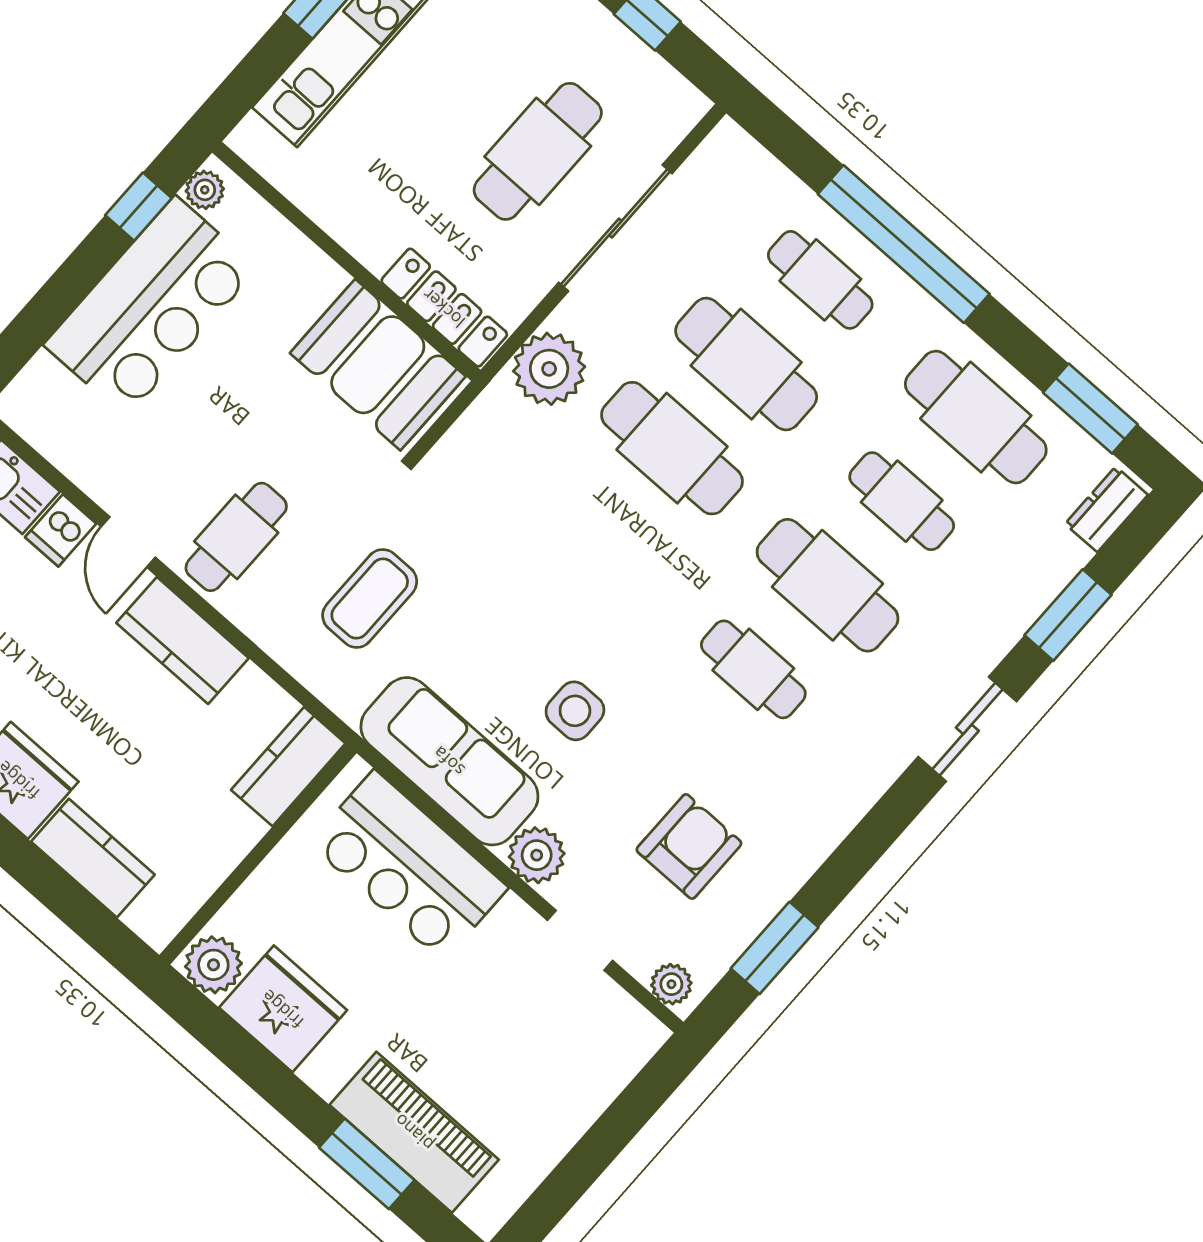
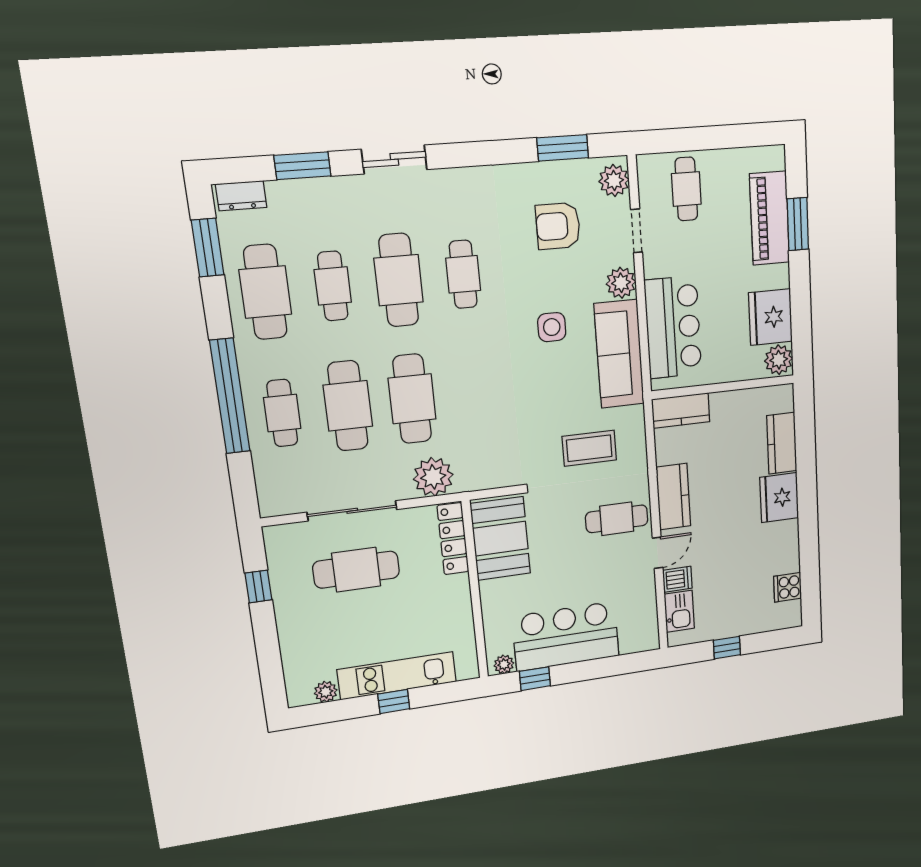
plant: (671, 984) -> (614, 180), width x1.38, depth x1.38
cafe table: (565, 1057) -> (686, 189), added

